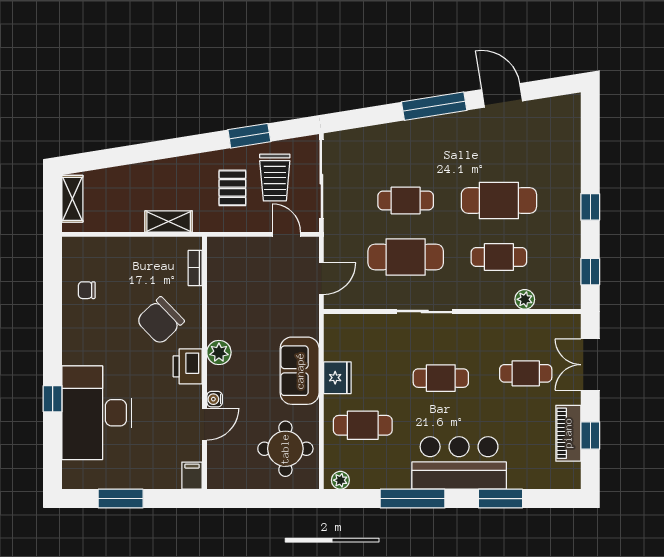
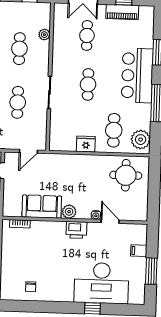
cafe table: (406, 257) -> (18, 102), width x0.73, depth x0.74
door: (321, 279) -> (28, 151), swing flipped
chair: (160, 321) -> (50, 245), removed
sofa: (300, 371) -> (42, 207), moved, turned 180
filing cabinet: (192, 476) -> (139, 251), moved
plant: (340, 480) -> (141, 140), width x1.88, depth x1.88

